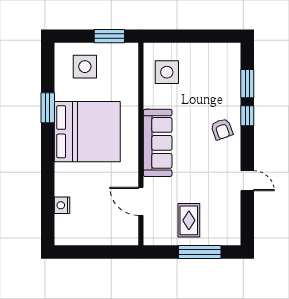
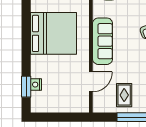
window: (48, 108) -> (26, 87), moved
door: (141, 201) -> (91, 82), swing flipped

